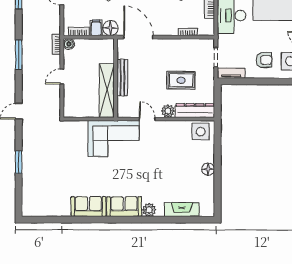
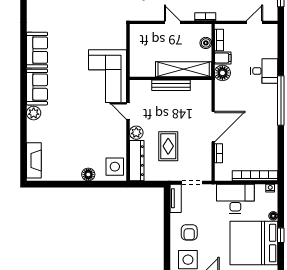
door: (138, 37) -> (213, 127), moved
boiler: (69, 44) -> (206, 43), moved
shelving: (107, 91) -> (184, 69), moved
door: (147, 119) -> (128, 111), swing flipped
floor lamp: (208, 169) -> (88, 174), moved
fireplace: (182, 210) -> (34, 160), moved

